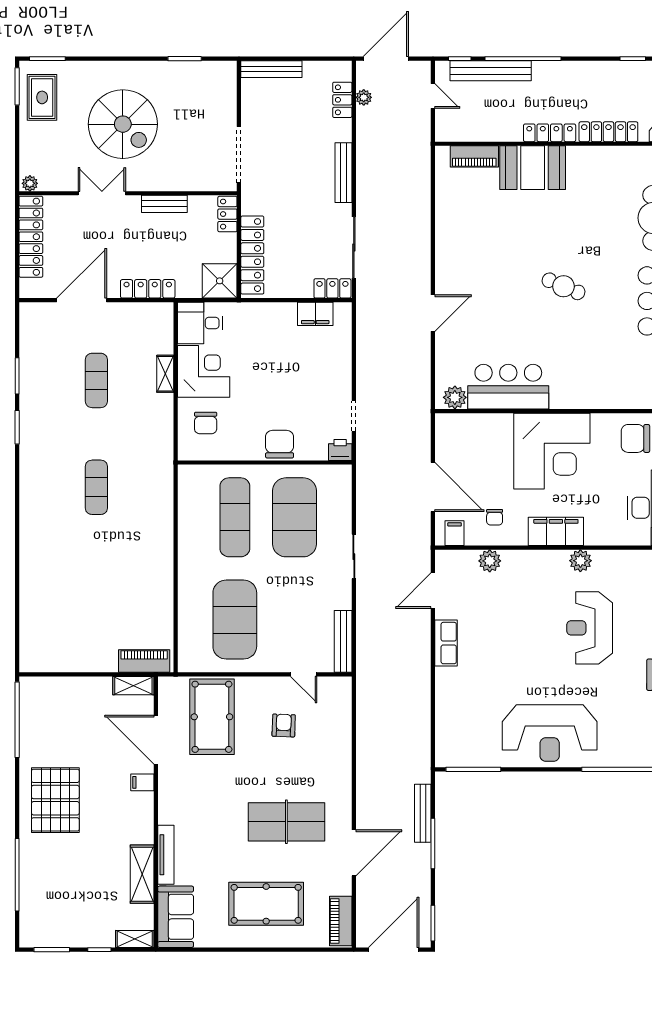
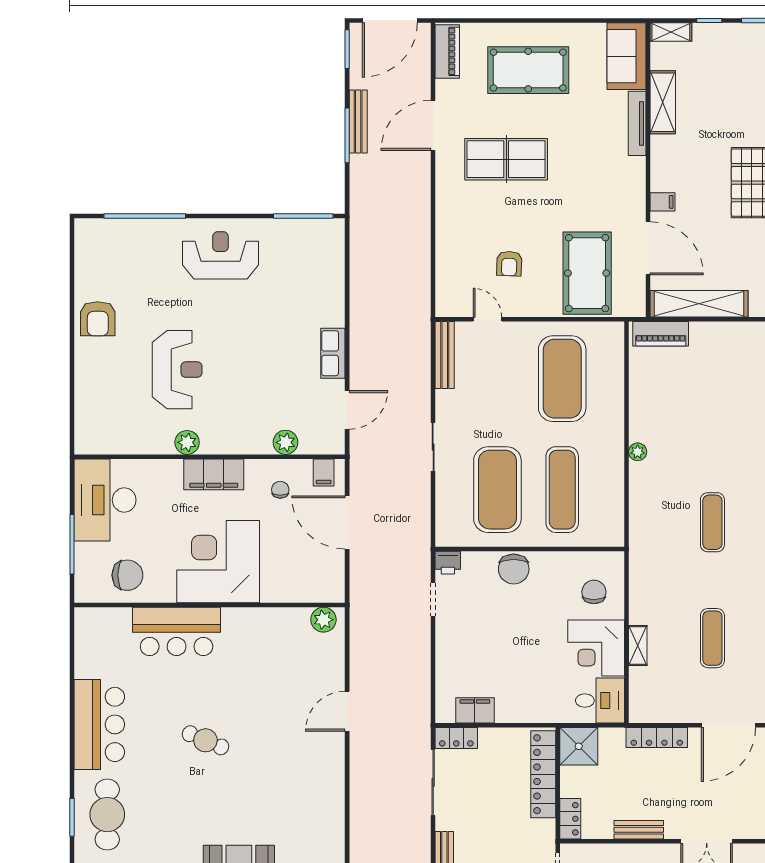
bar counter: (508, 387) -> (177, 631), moved
plant: (165, 552) -> (638, 452), added
shelving: (133, 686) -> (699, 304), width x2.20, depth x1.33
reception desk: (550, 733) -> (220, 255), width x0.74, depth x0.77
bench: (423, 813) -> (358, 122), moved

